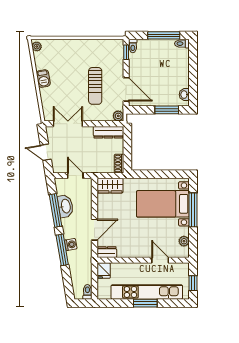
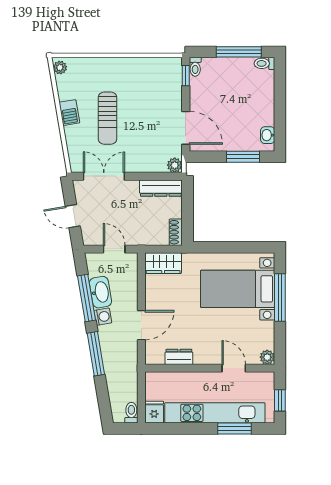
sun lounger: (95, 86) -> (107, 118), moved
plant: (184, 241) -> (267, 357), moved
washing machine: (71, 245) -> (103, 317), moved
dresser: (107, 252) -> (179, 357), moved
fridge: (104, 271) -> (154, 412), moved, turned 180
window: (145, 303) -> (234, 429), moved

